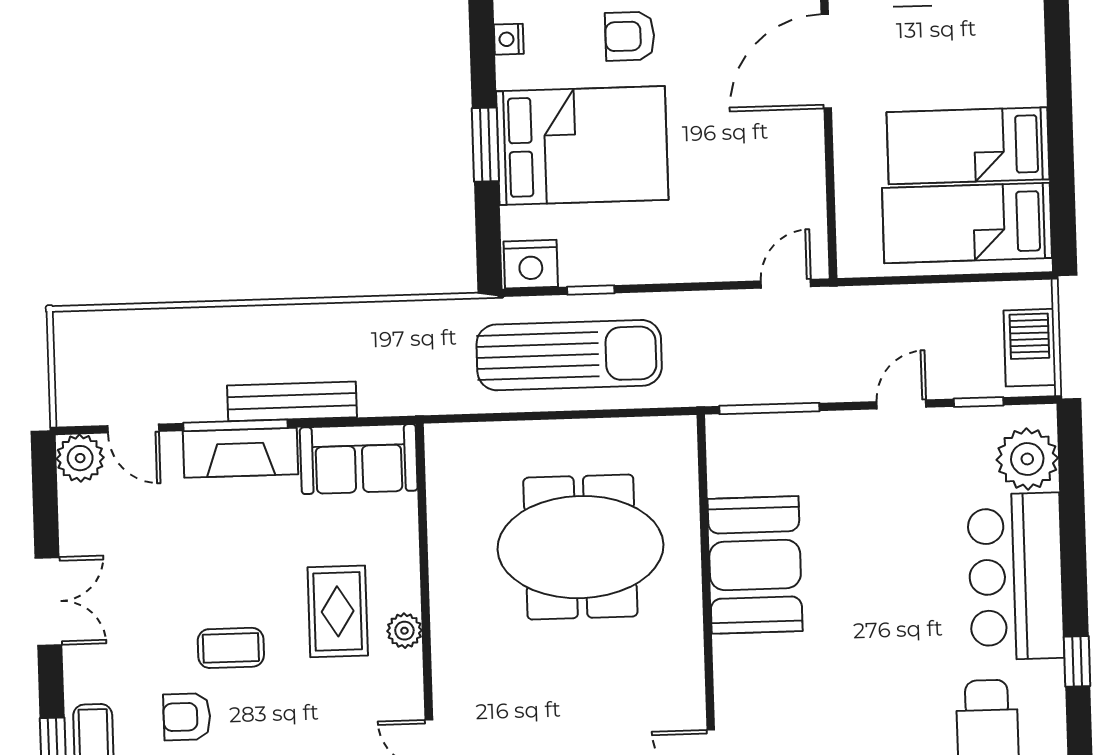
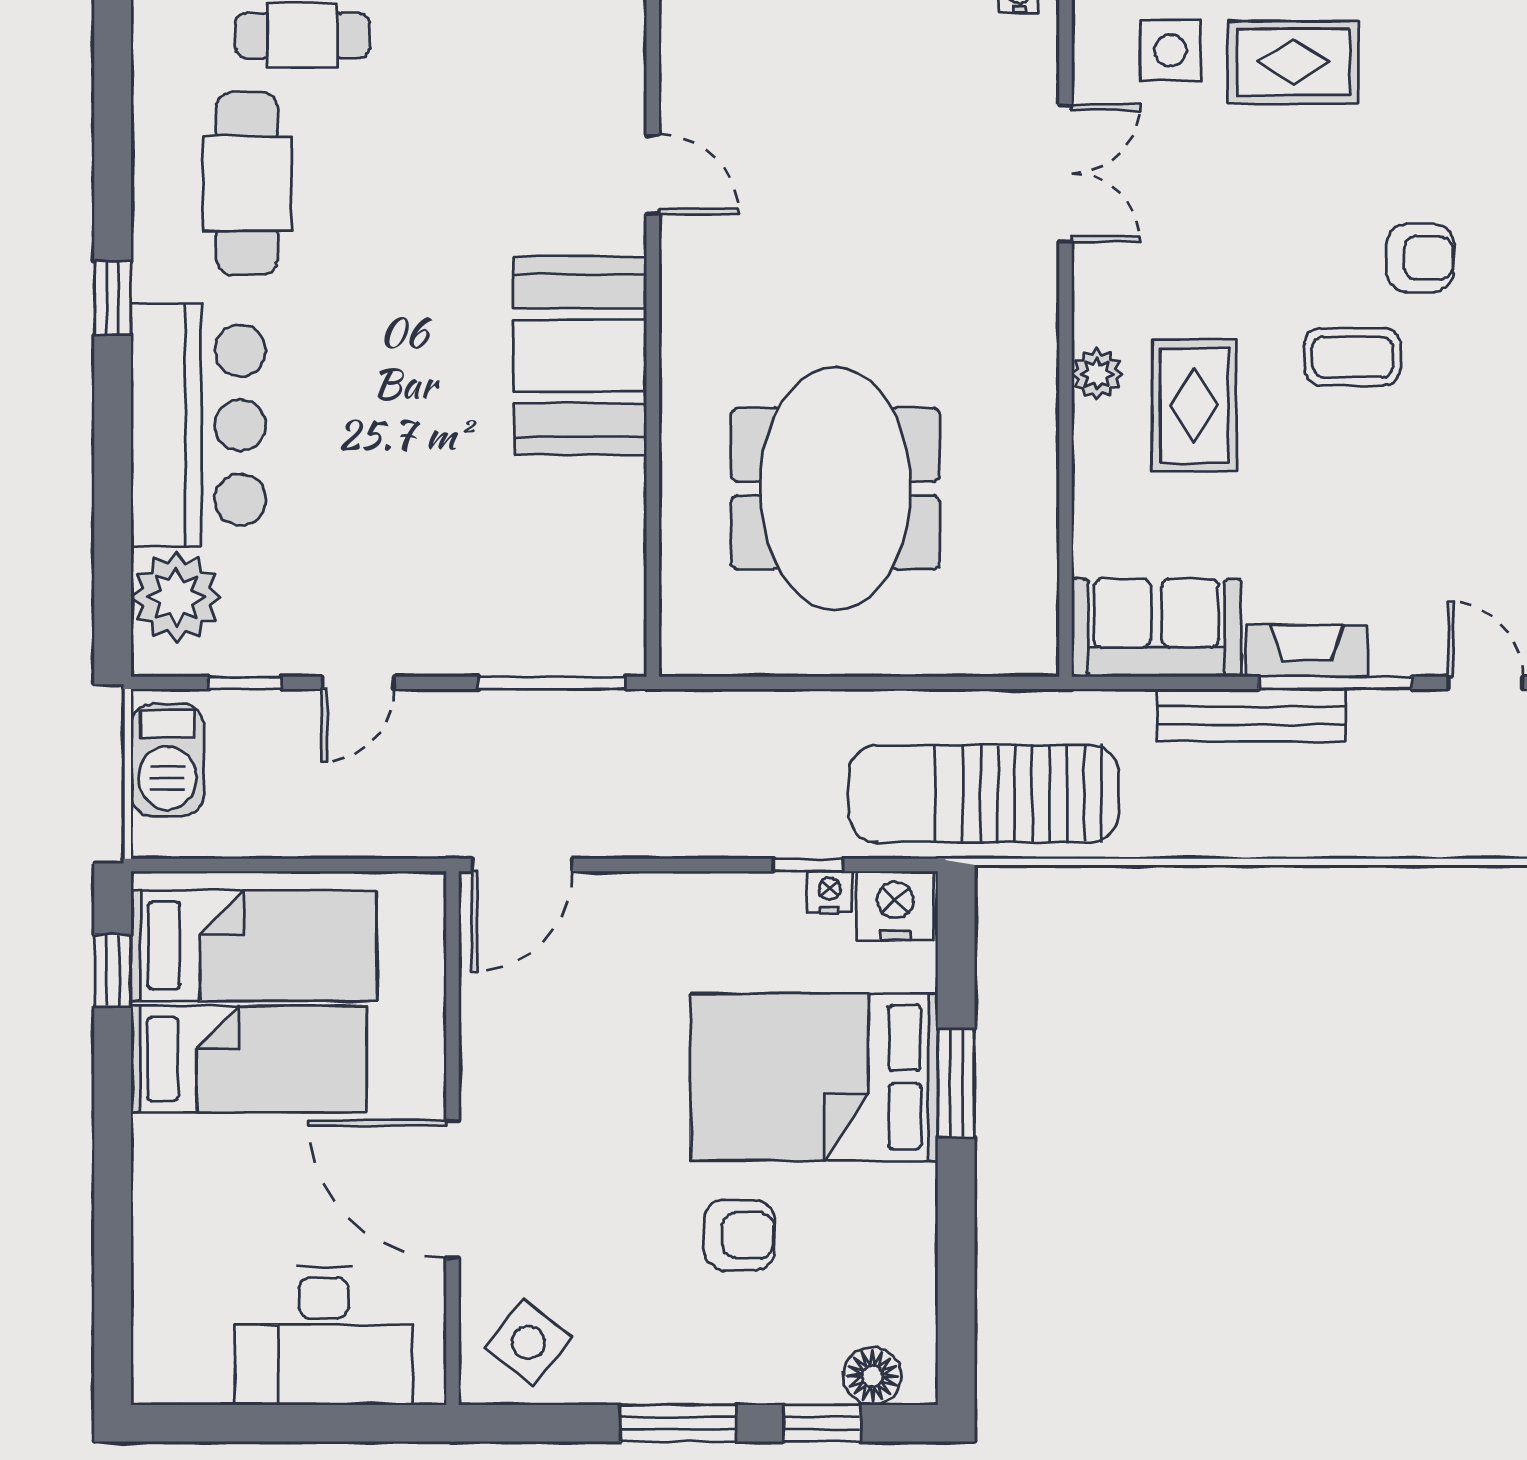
nightstand: (509, 39) -> (829, 892), moved, turned -90
door: (826, 61) -> (453, 1189), swing flipped
window: (1063, 203) -> (113, 971), added
door: (786, 284) -> (522, 865), width x1.38
sun lounger: (569, 355) -> (984, 794), moved
fireplace: (240, 453) -> (1307, 651), width x0.73, depth x0.76
meeting table: (580, 547) -> (835, 489), turned 90
booth: (755, 565) -> (580, 356), moved

